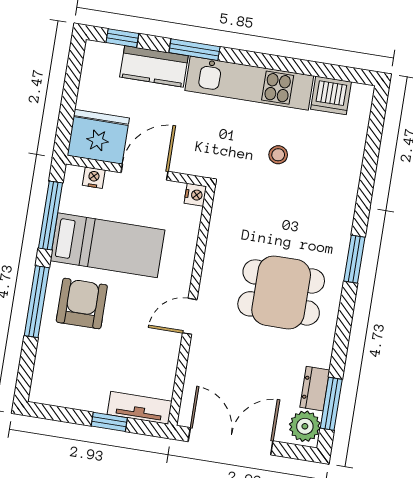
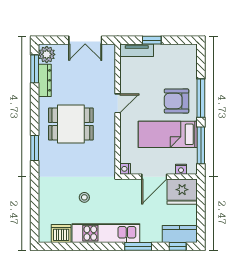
kitchen counter: (154, 66) -> (180, 234), moved
armchair: (82, 304) -> (177, 101), turned 90
dresser: (315, 389) -> (45, 80), width x1.44
double door: (231, 441) -> (85, 40), width x0.73

